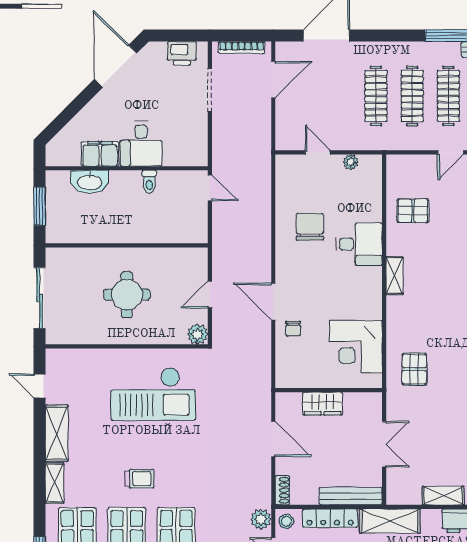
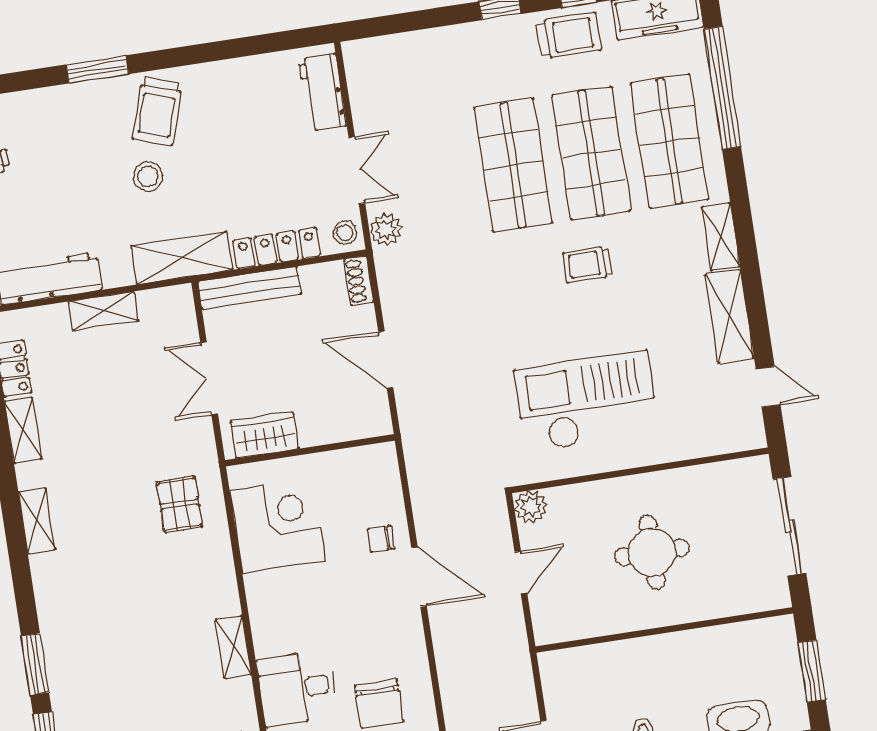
chair: (293, 329) -> (381, 539), turned -90
wardrobe: (323, 404) -> (265, 435), moved

